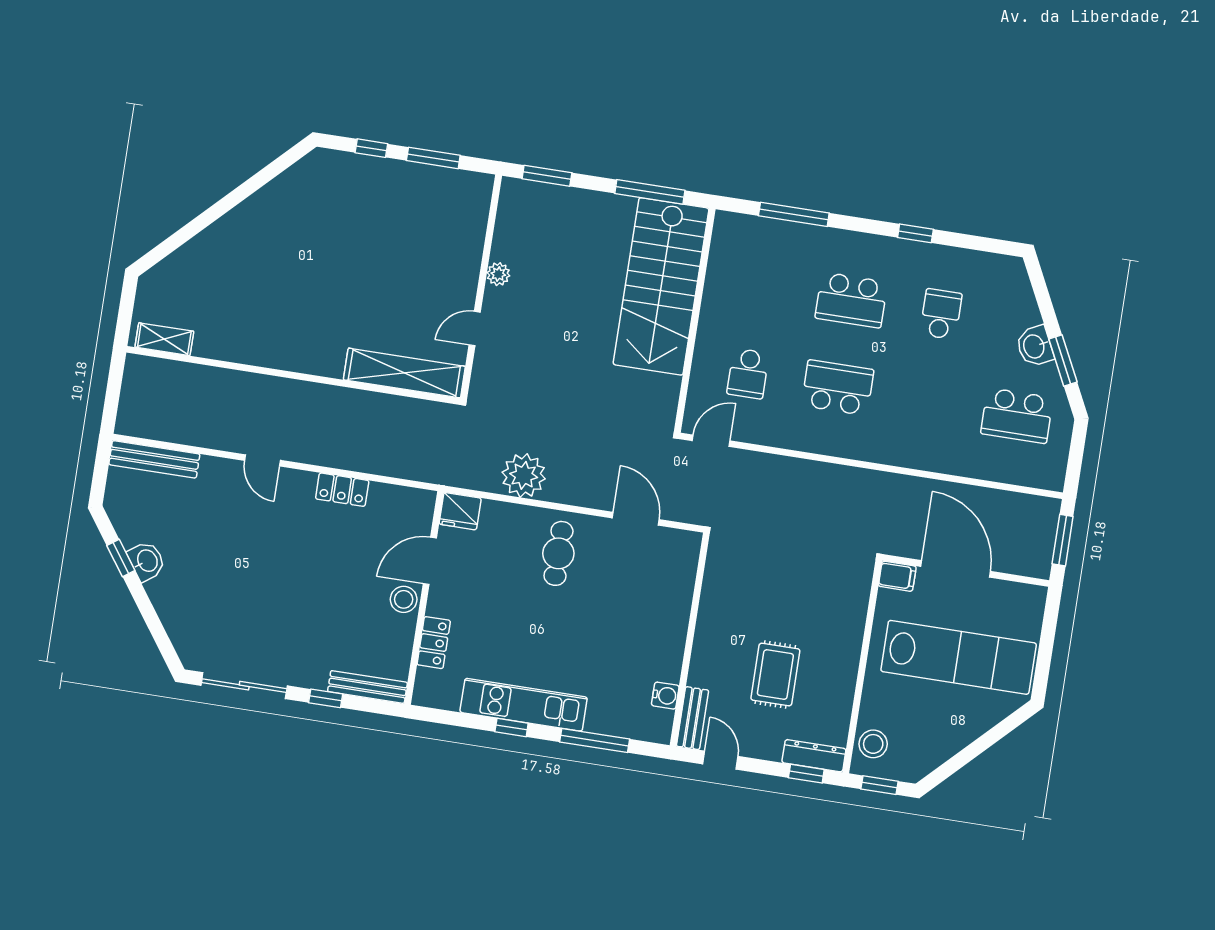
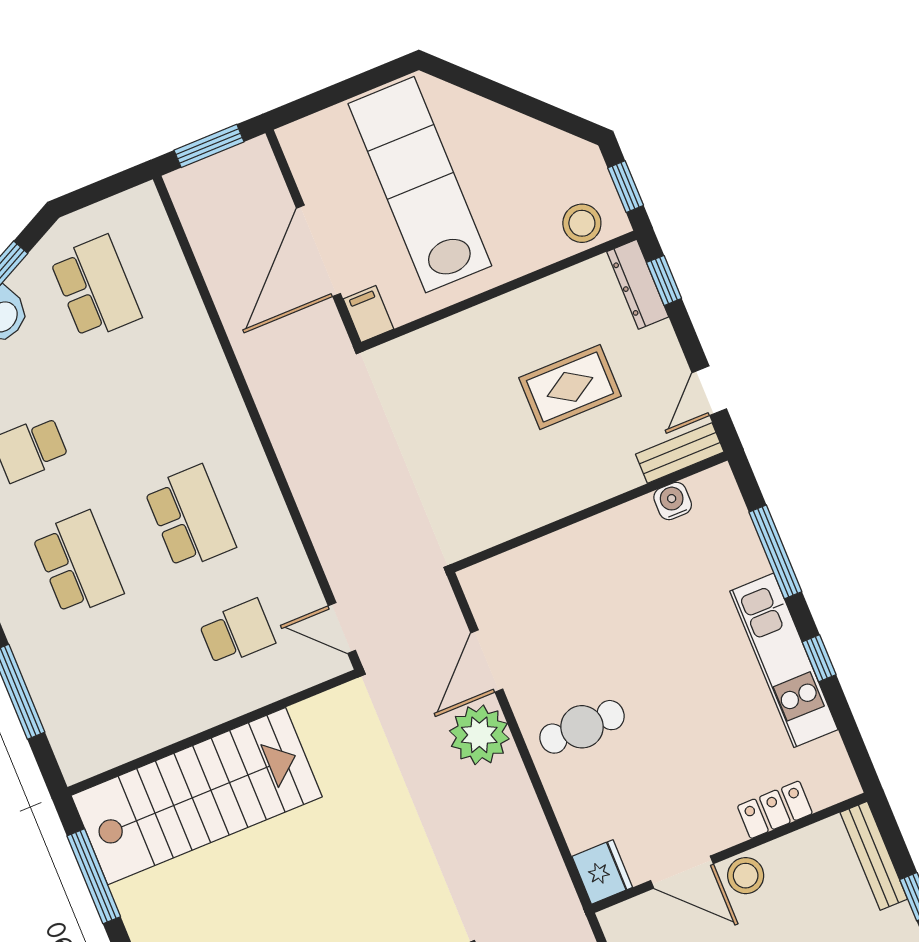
school desk: (838, 388) -> (190, 518), turned 180
plant: (524, 475) -> (479, 735), moved

